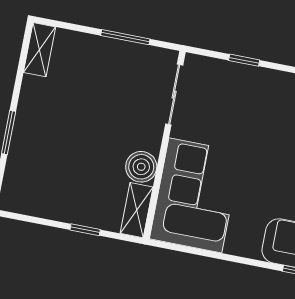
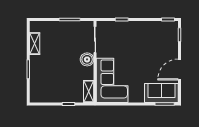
shelving: (40, 50) -> (35, 44), moved
boiler: (141, 167) -> (87, 59), moved

